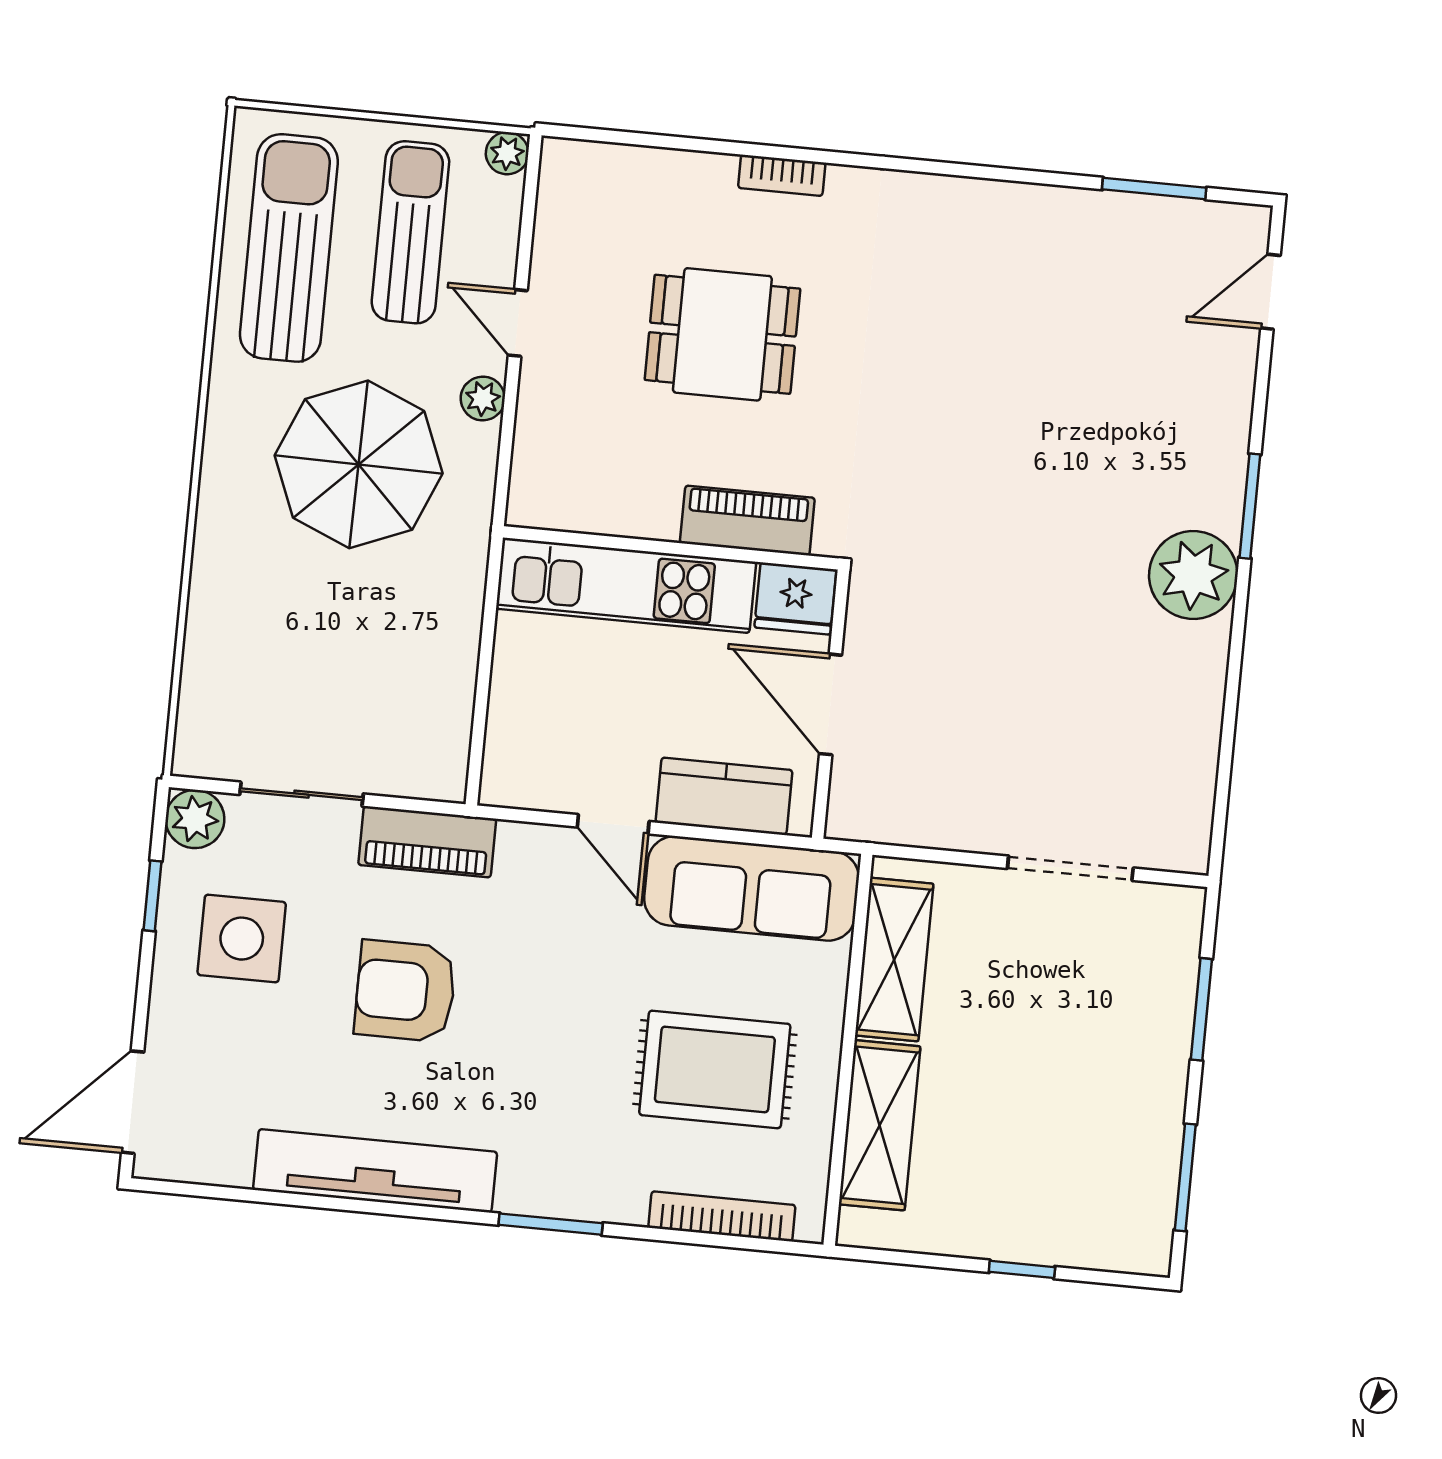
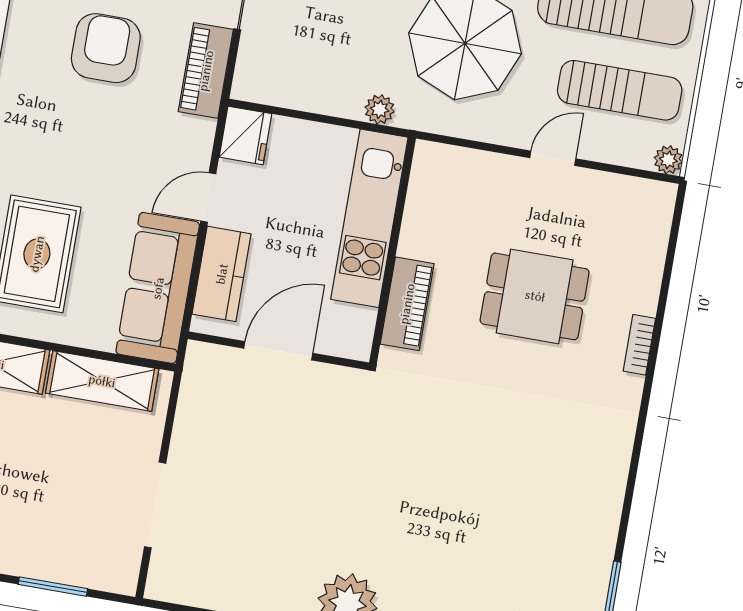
dining table: (722, 334) -> (535, 296), turned 90
plant: (483, 399) -> (380, 109), moved
fridge: (795, 599) -> (245, 135), moved, turned 180

